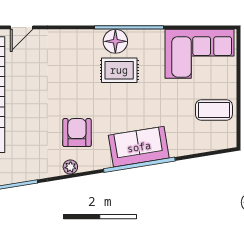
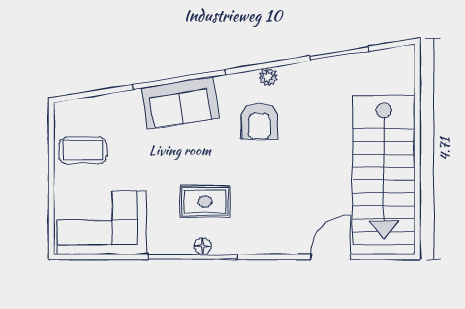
door: (22, 27) -> (331, 257), width x1.38
floor lamp: (115, 41) -> (203, 246), width x0.53, depth x0.53

